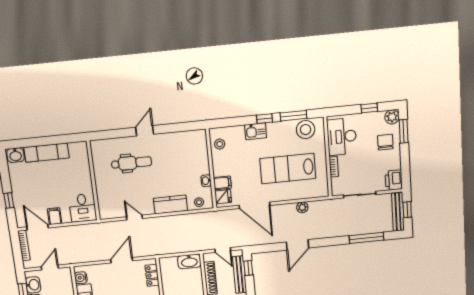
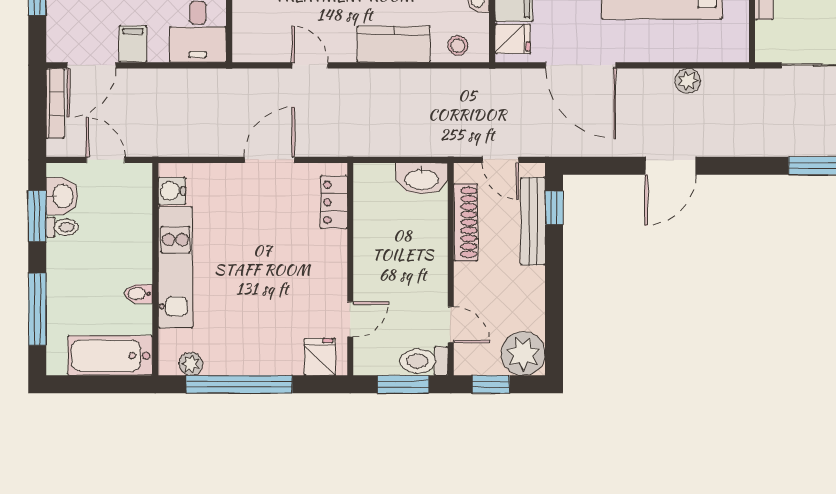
door: (38, 227) -> (91, 65), swing flipped
door: (50, 268) -> (105, 160), hinge flipped

